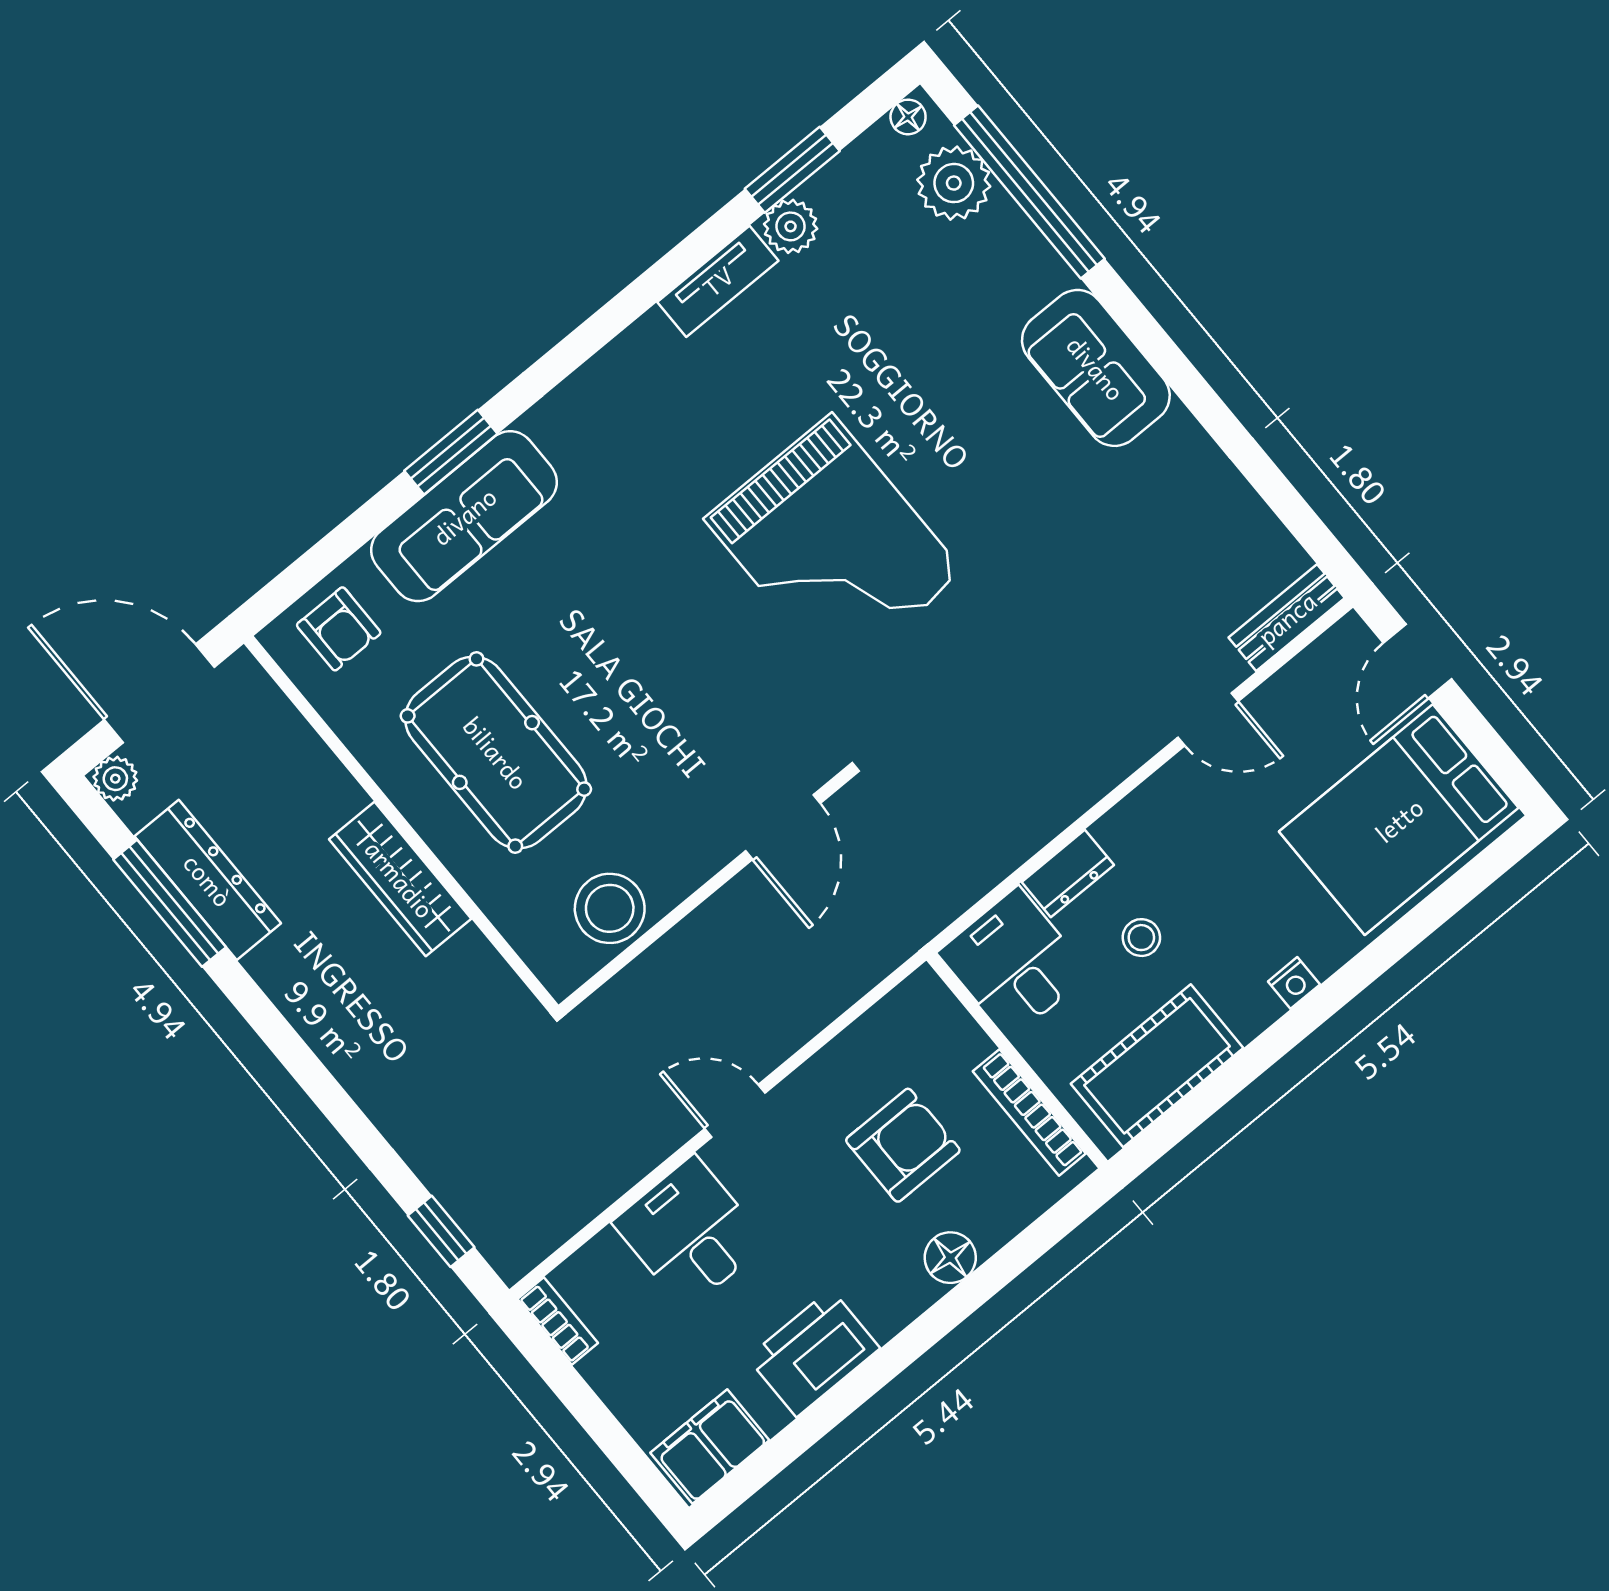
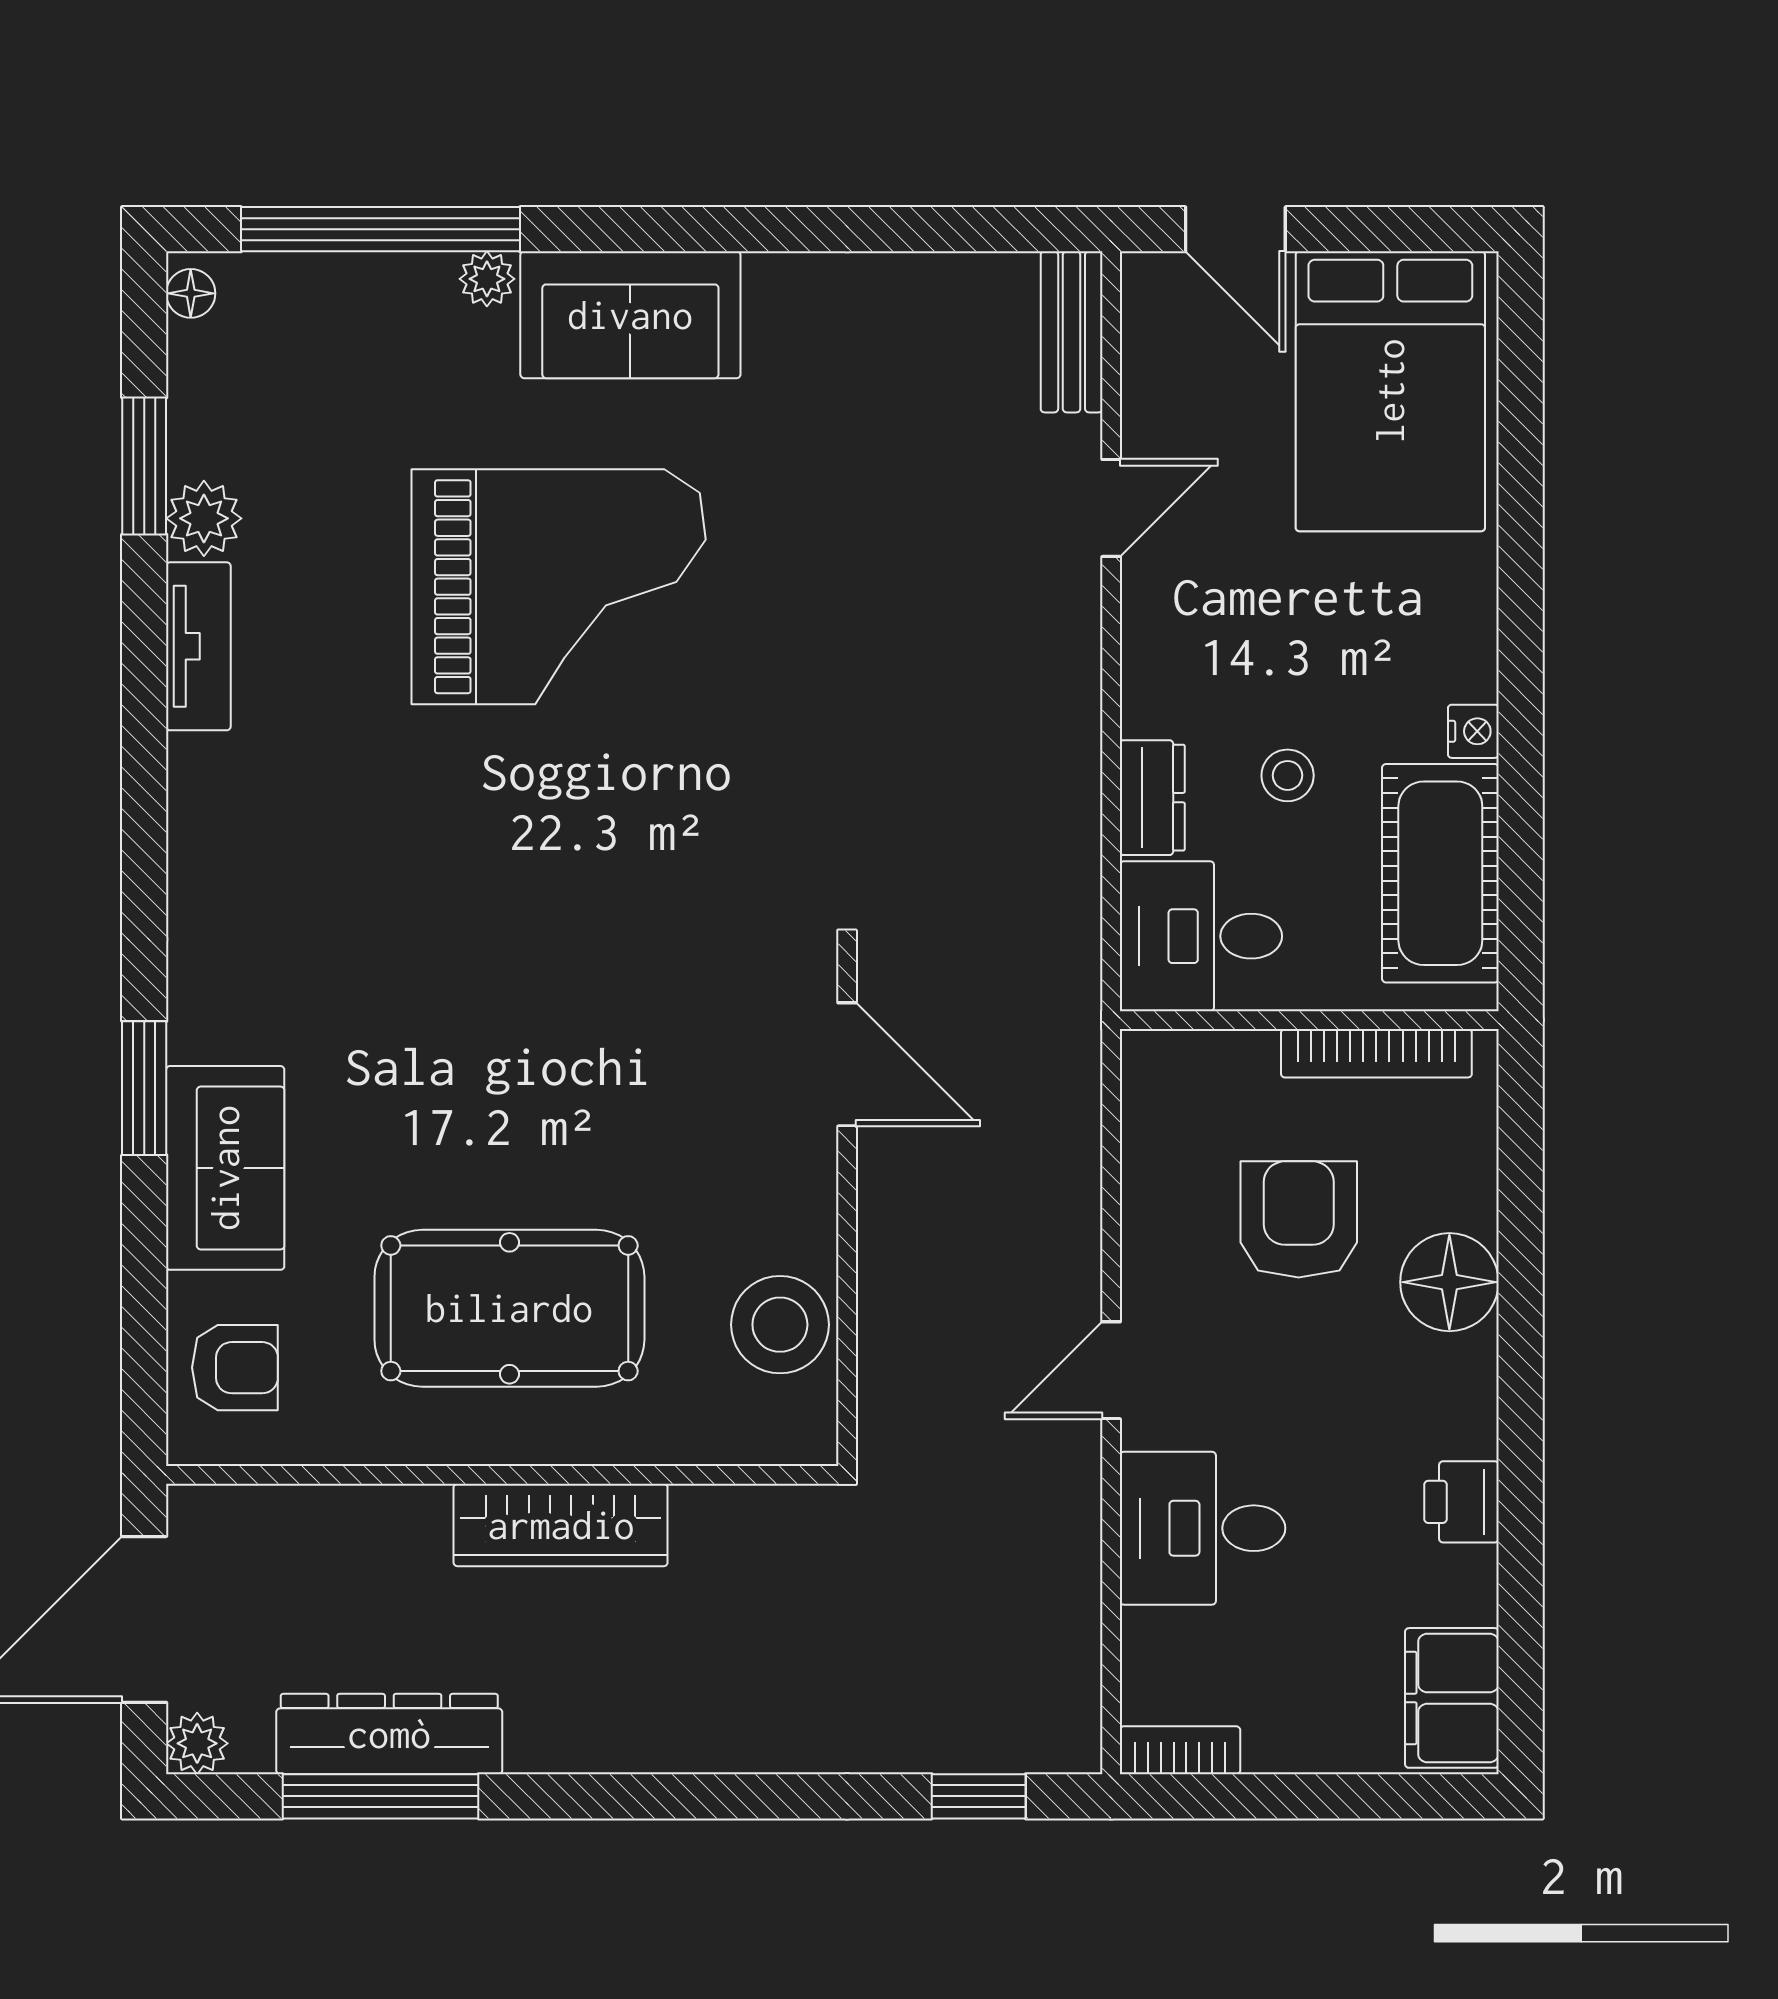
plant: (954, 183) -> (487, 279), moved, width x0.53, depth x0.53
sofa: (464, 516) -> (225, 1168), width x0.73
grand piano: (834, 546) -> (559, 587), moved
nightstand: (1294, 983) -> (1473, 731), moved
floor lamp: (950, 1258) -> (1449, 1282), width x1.38, depth x1.38
printer: (814, 1353) -> (1461, 1502), width x0.53, depth x0.68

